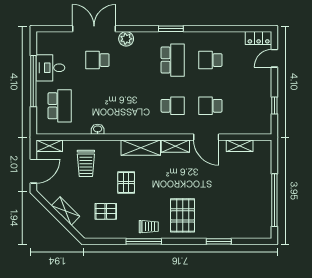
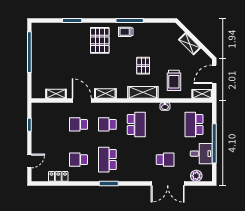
locker: (259, 38) -> (58, 176), moved
plant: (126, 39) -> (196, 176), moved
school desk: (210, 60) -> (78, 160), turned 180
school desk: (135, 106) -> (136, 124), added
school desk: (210, 106) -> (78, 124), turned 180
shelving: (141, 148) -> (143, 92), moved
trolley: (86, 163) -> (174, 80), turned 180
pallet: (106, 211) -> (159, 44), removed

